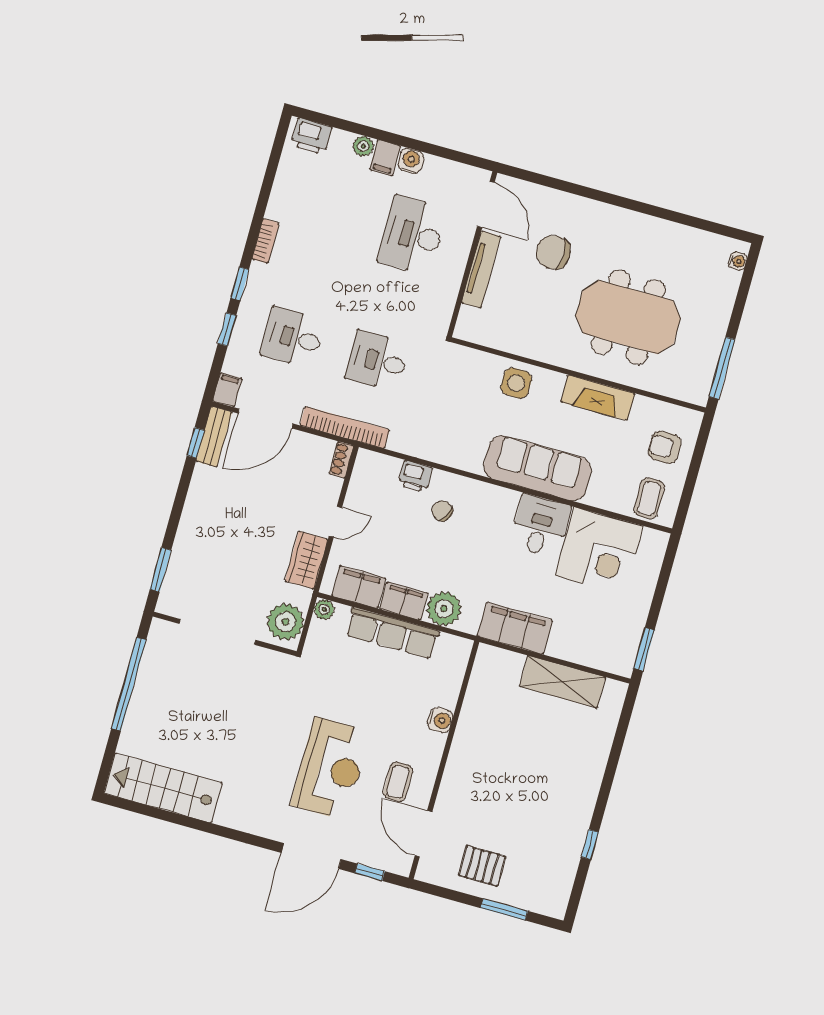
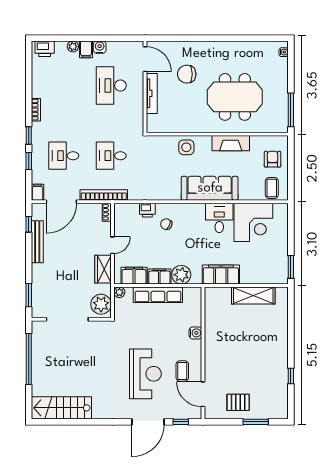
bench: (214, 437) -> (37, 242), moved, width x1.36
armchair: (665, 447) -> (273, 159), turned 90

